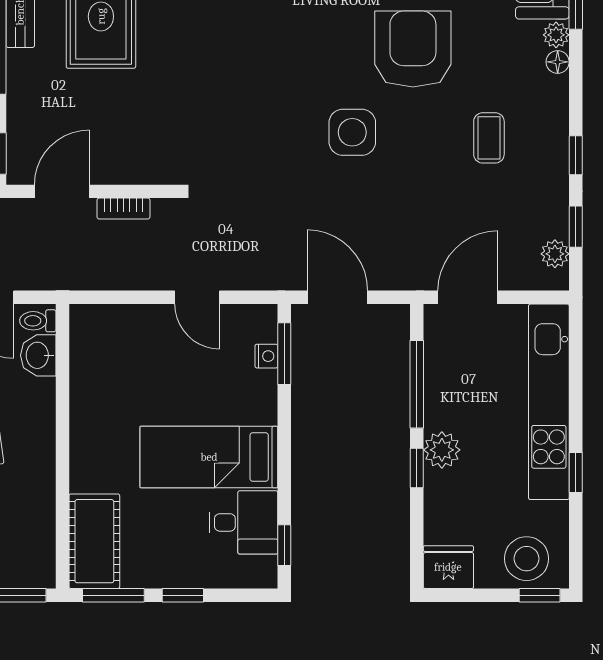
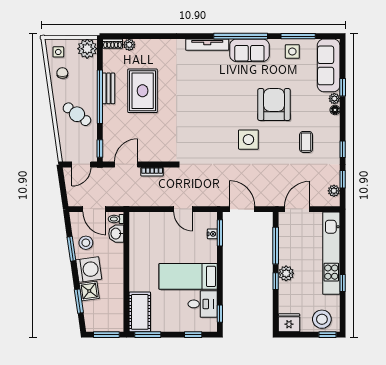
window: (183, 595) -> (193, 335), moved

